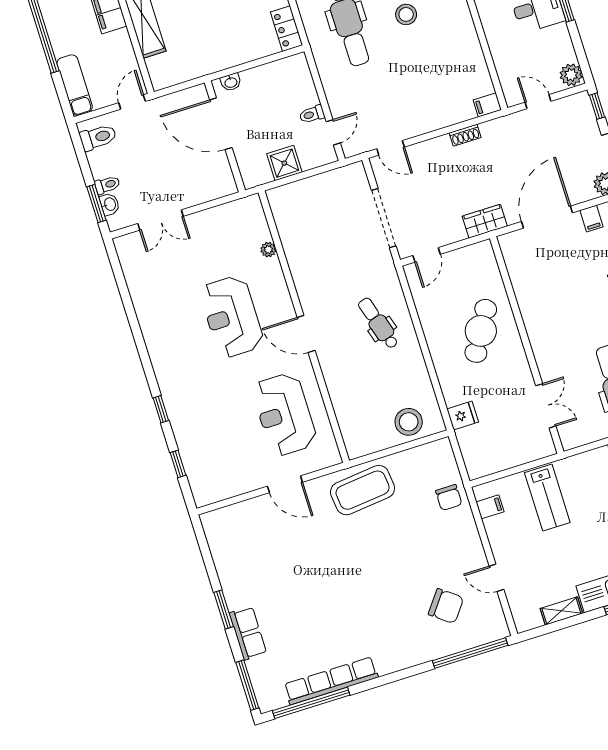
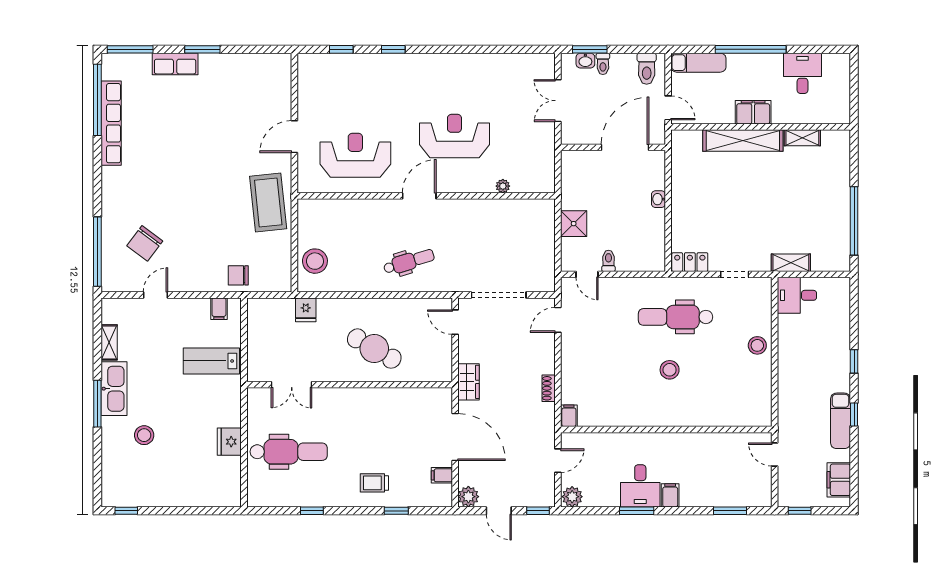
door: (221, 124) -> (625, 147), moved
wall: (225, 136) -> (613, 147), moved

